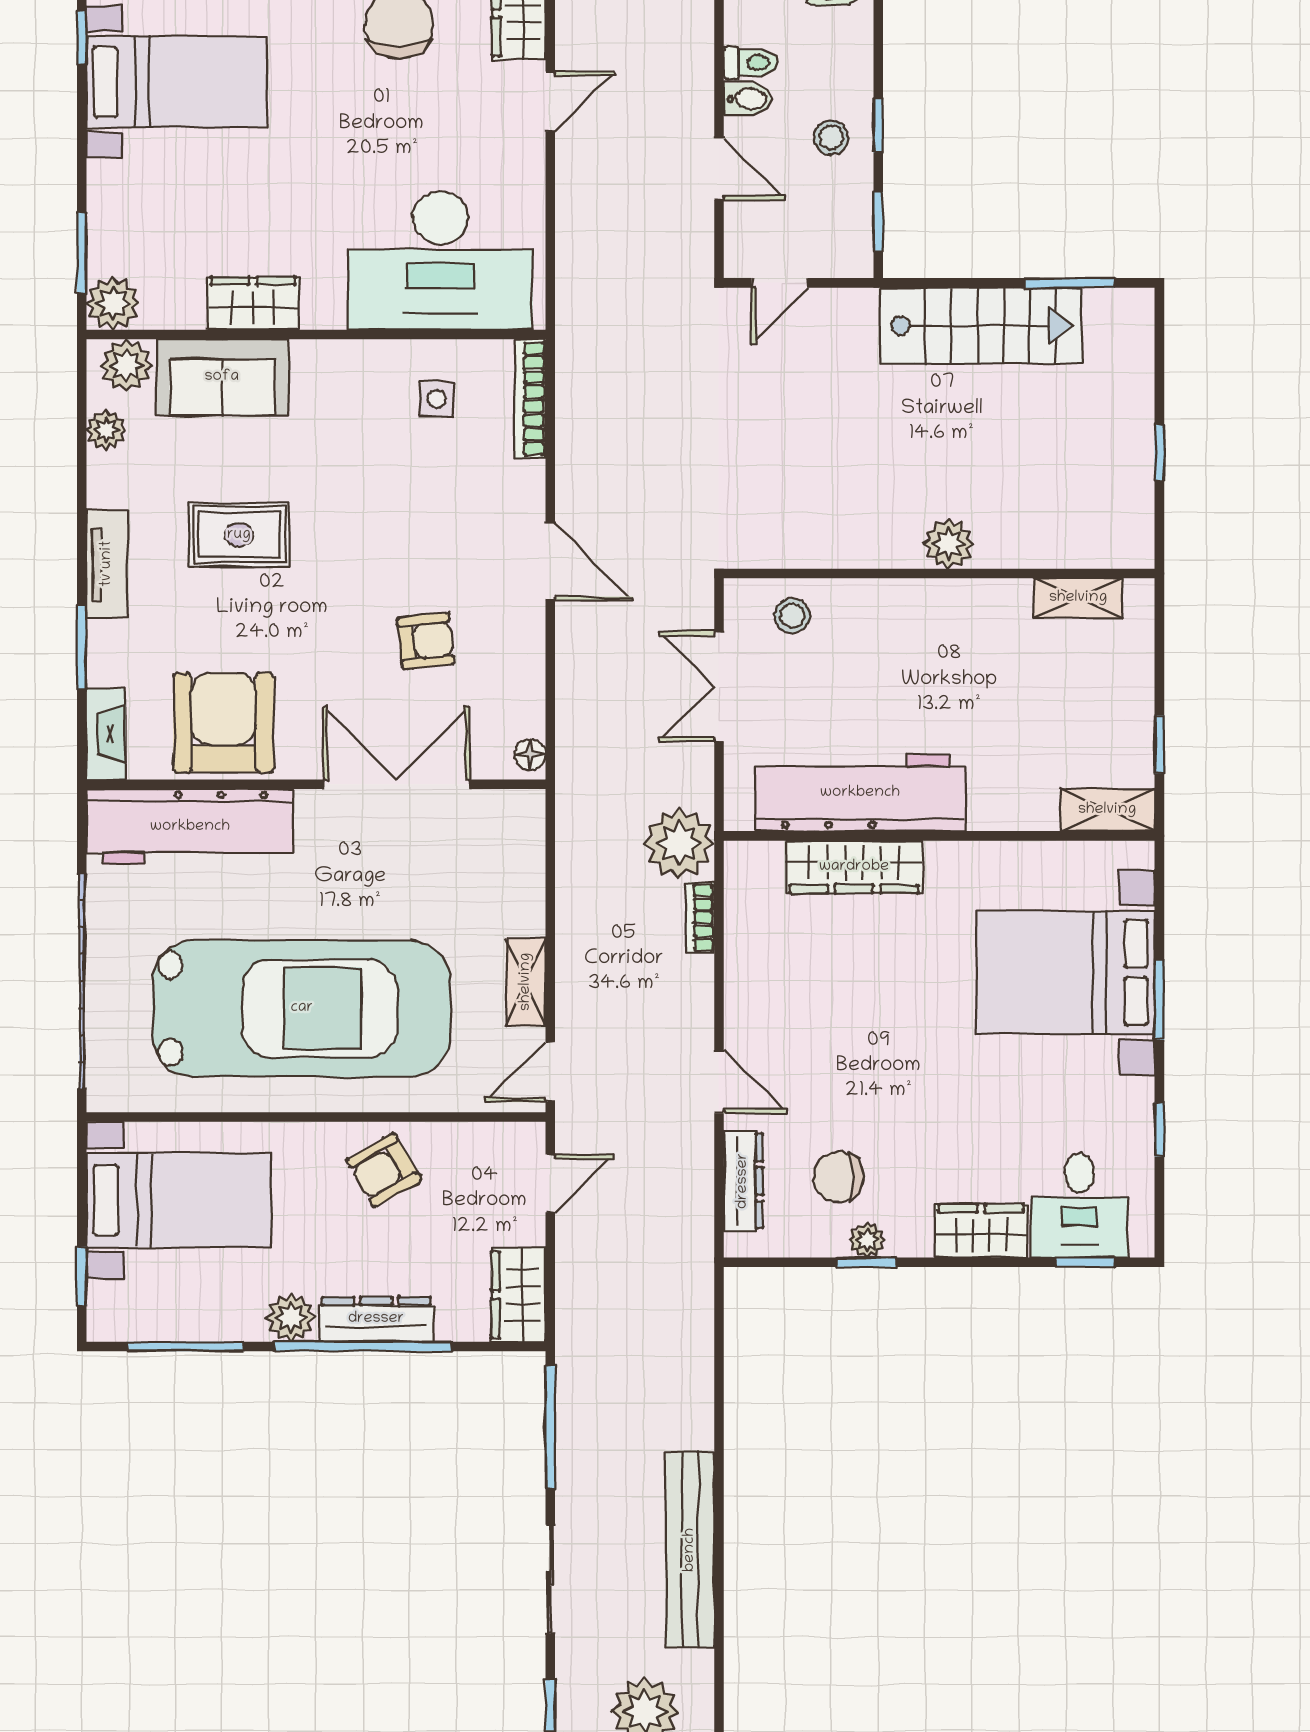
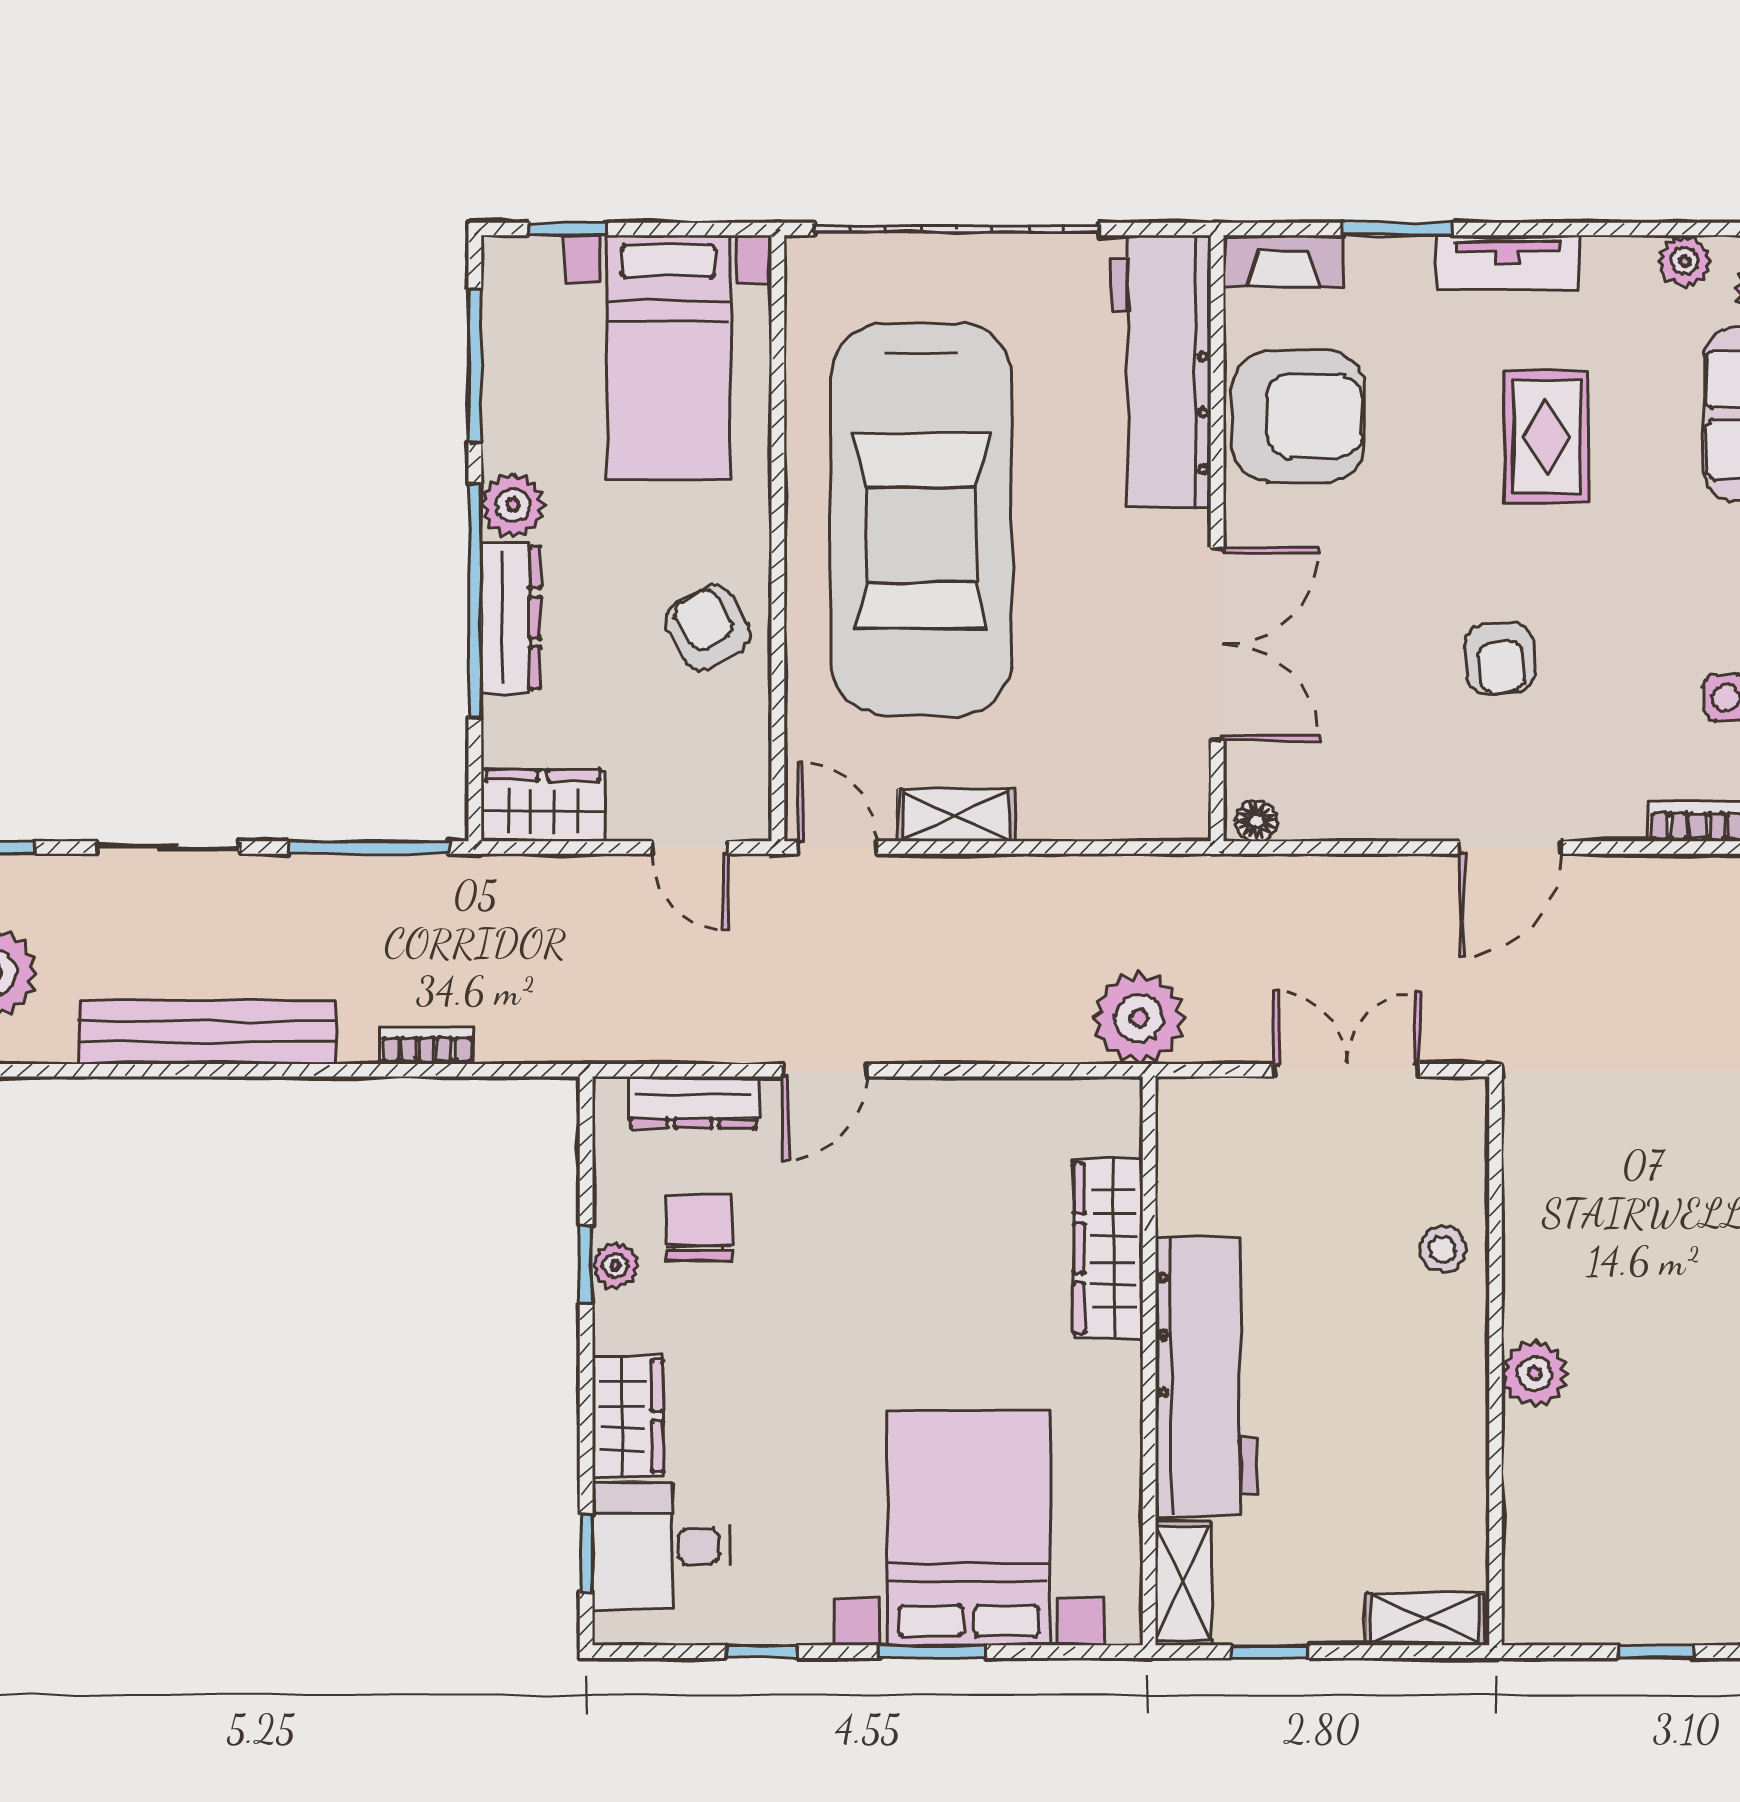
shelving: (1078, 598) -> (1425, 1619), moved, turned 90
stool: (792, 616) -> (1443, 1249), moved
armchair: (426, 641) -> (1500, 658), moved
workbench: (860, 793) -> (1206, 1377), moved
bookcase: (700, 918) -> (427, 1045), moved

